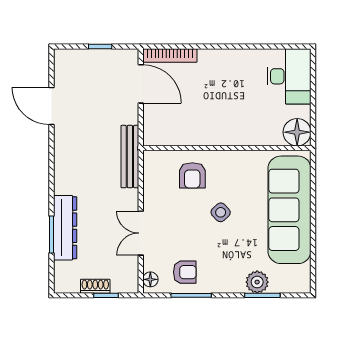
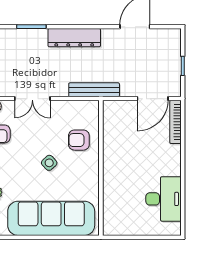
desk: (289, 76) -> (164, 199), moved, turned -90
floor lamp: (297, 132) -> (114, 224), removed
dresser: (65, 228) -> (74, 38), moved
double door: (141, 233) -> (32, 99), swing flipped

